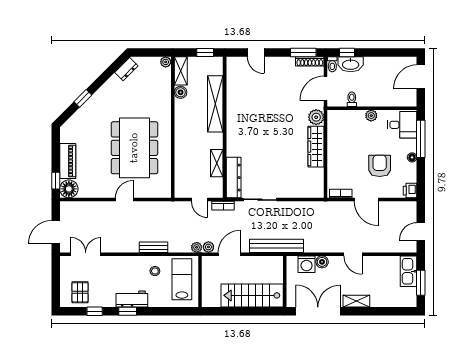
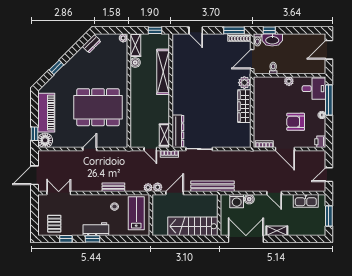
dining table: (134, 148) -> (98, 107), turned 90
piano: (68, 161) -> (46, 113), width x1.37, depth x1.33
shelving: (217, 163) -> (164, 135), moved
armchair: (380, 166) -> (296, 122), turned -90
kitchen sink: (409, 271) -> (306, 201), moved, turned -90

